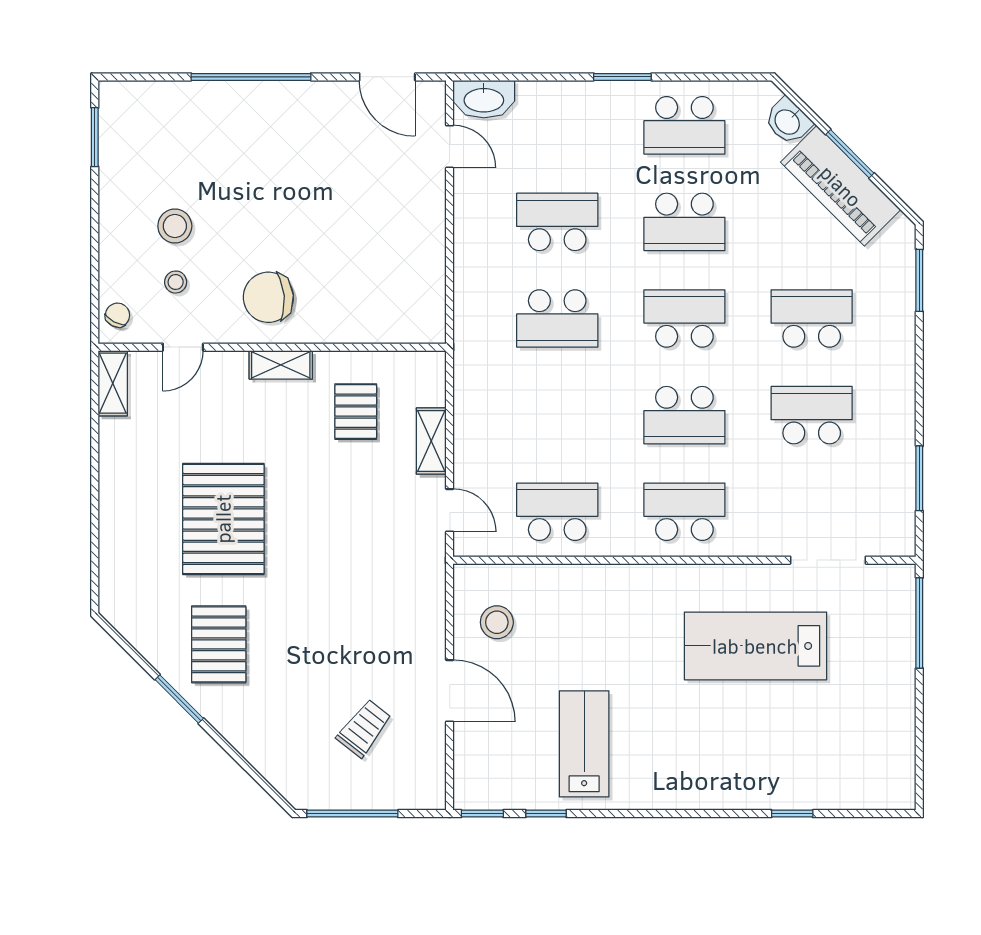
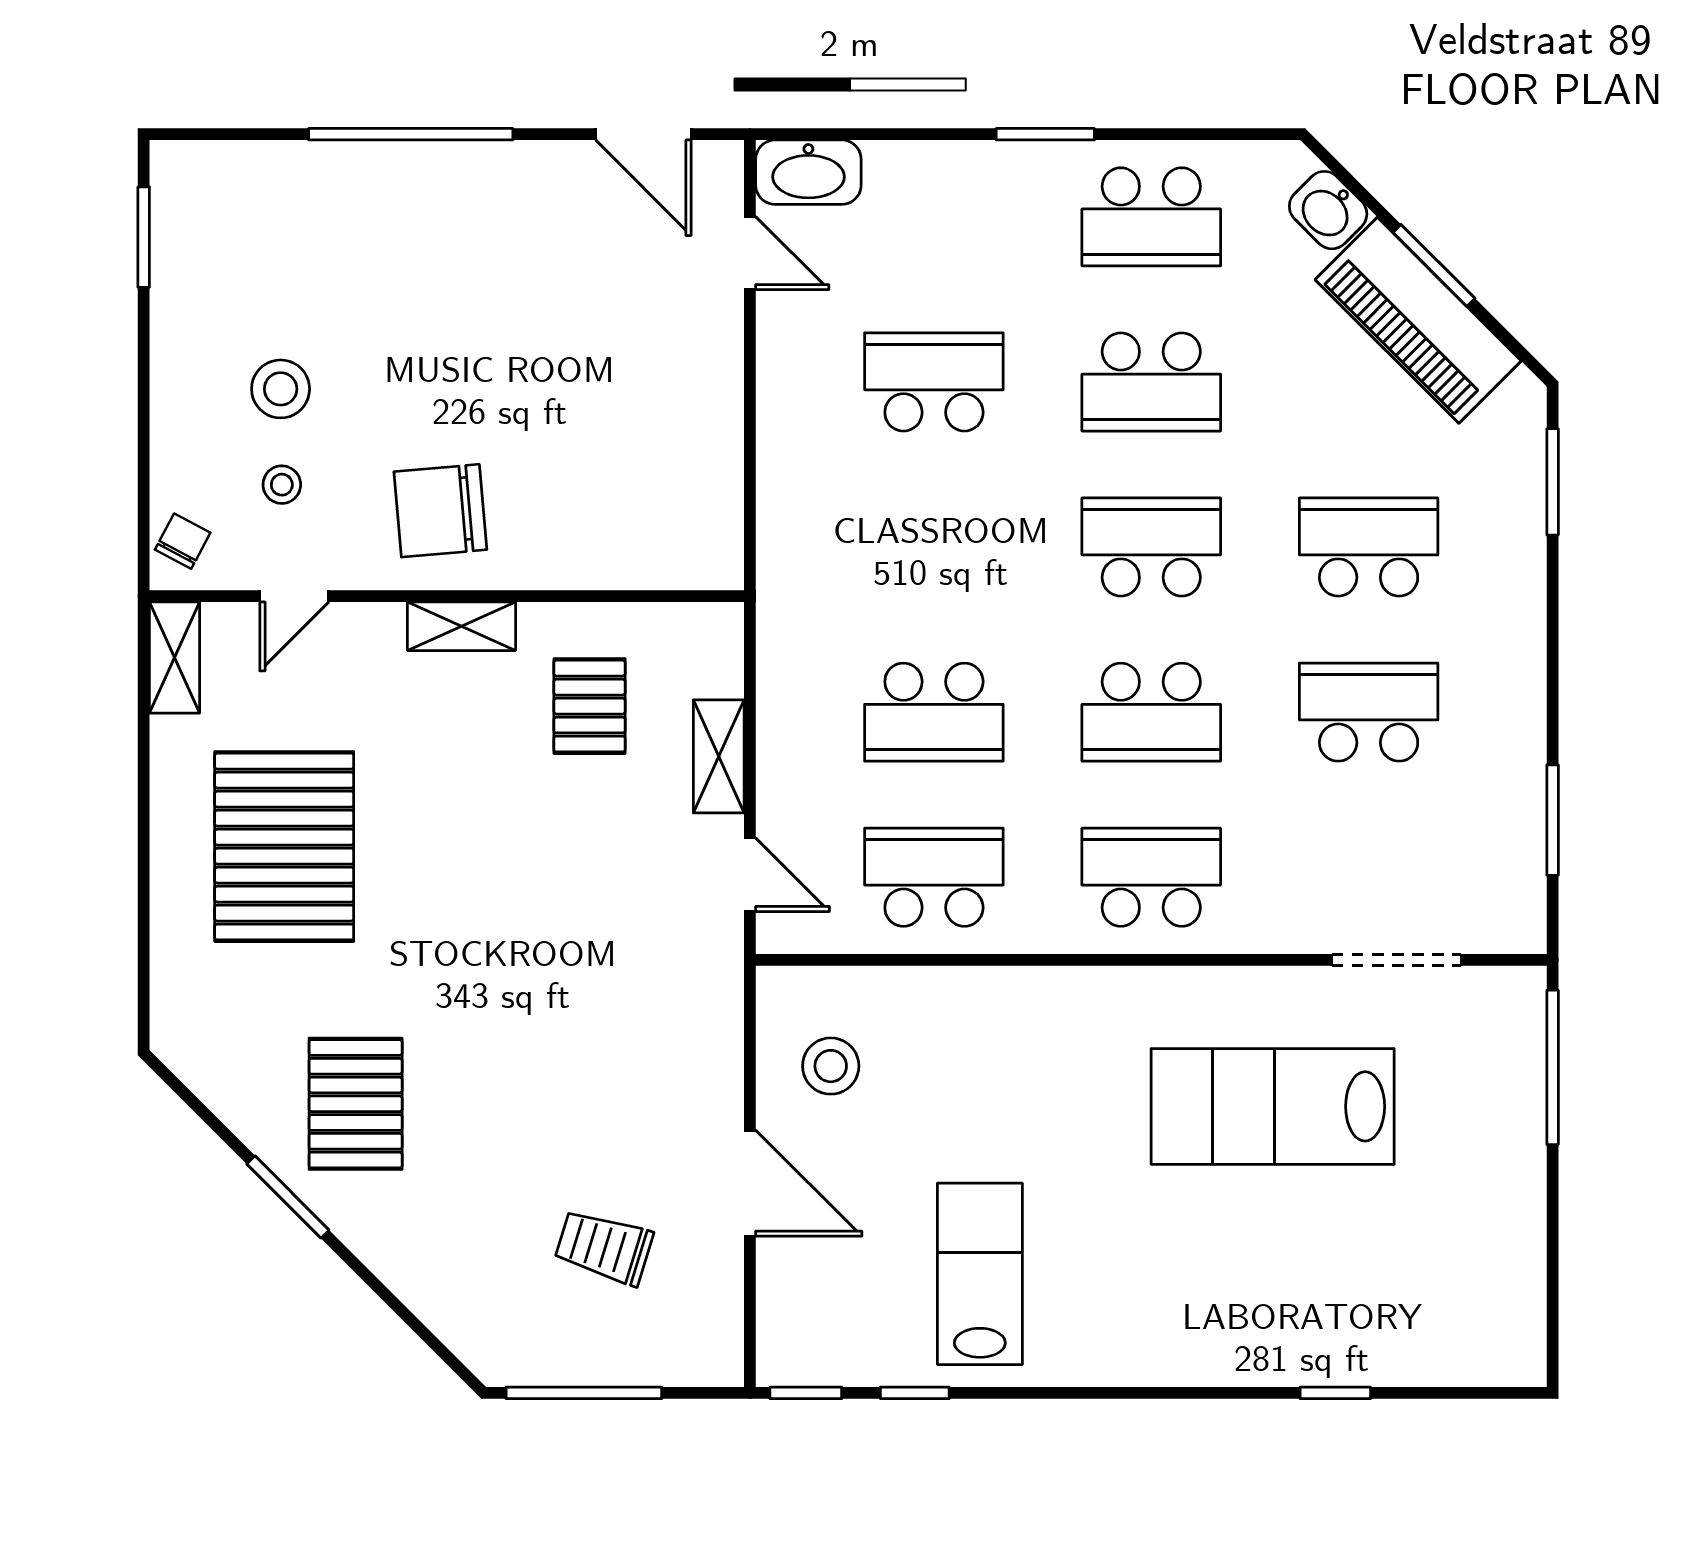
school desk: (557, 319) -> (934, 712), moved
pallet: (223, 519) -> (284, 847), moved
trolley: (364, 728) -> (604, 1247), turned -111

